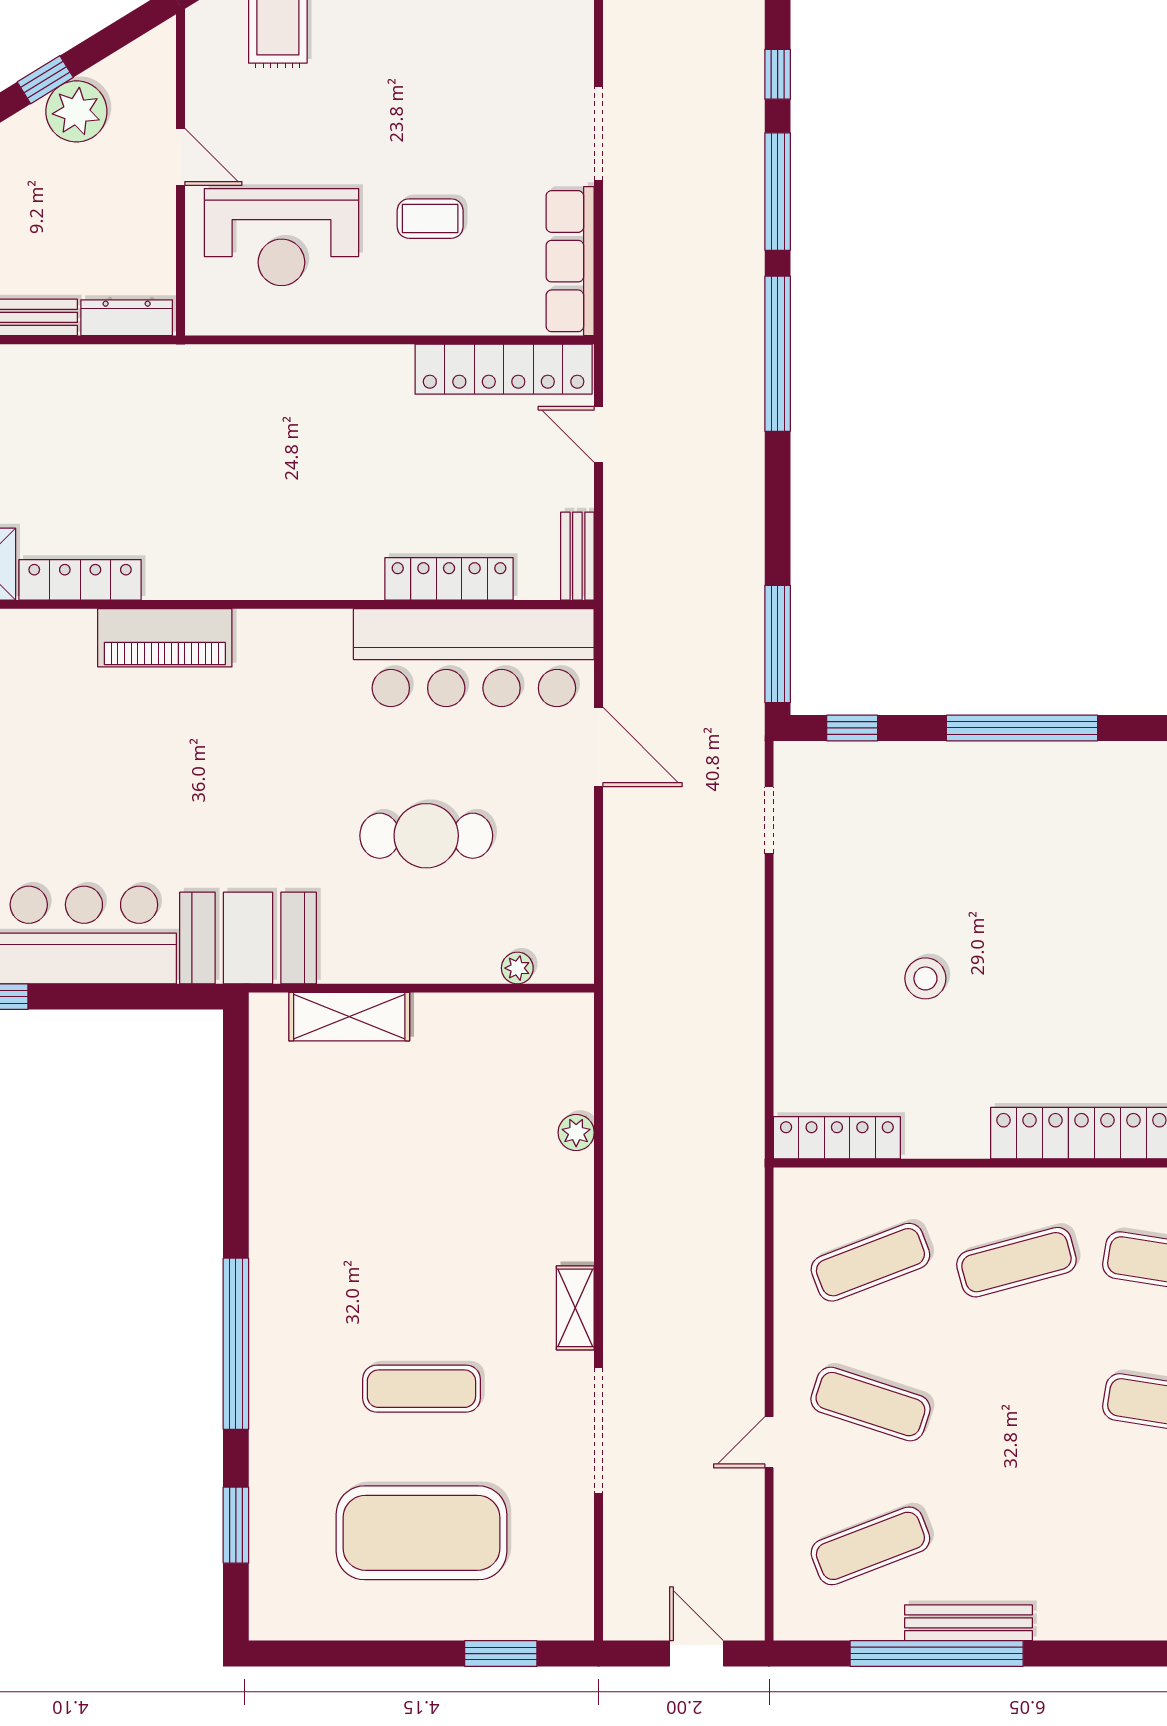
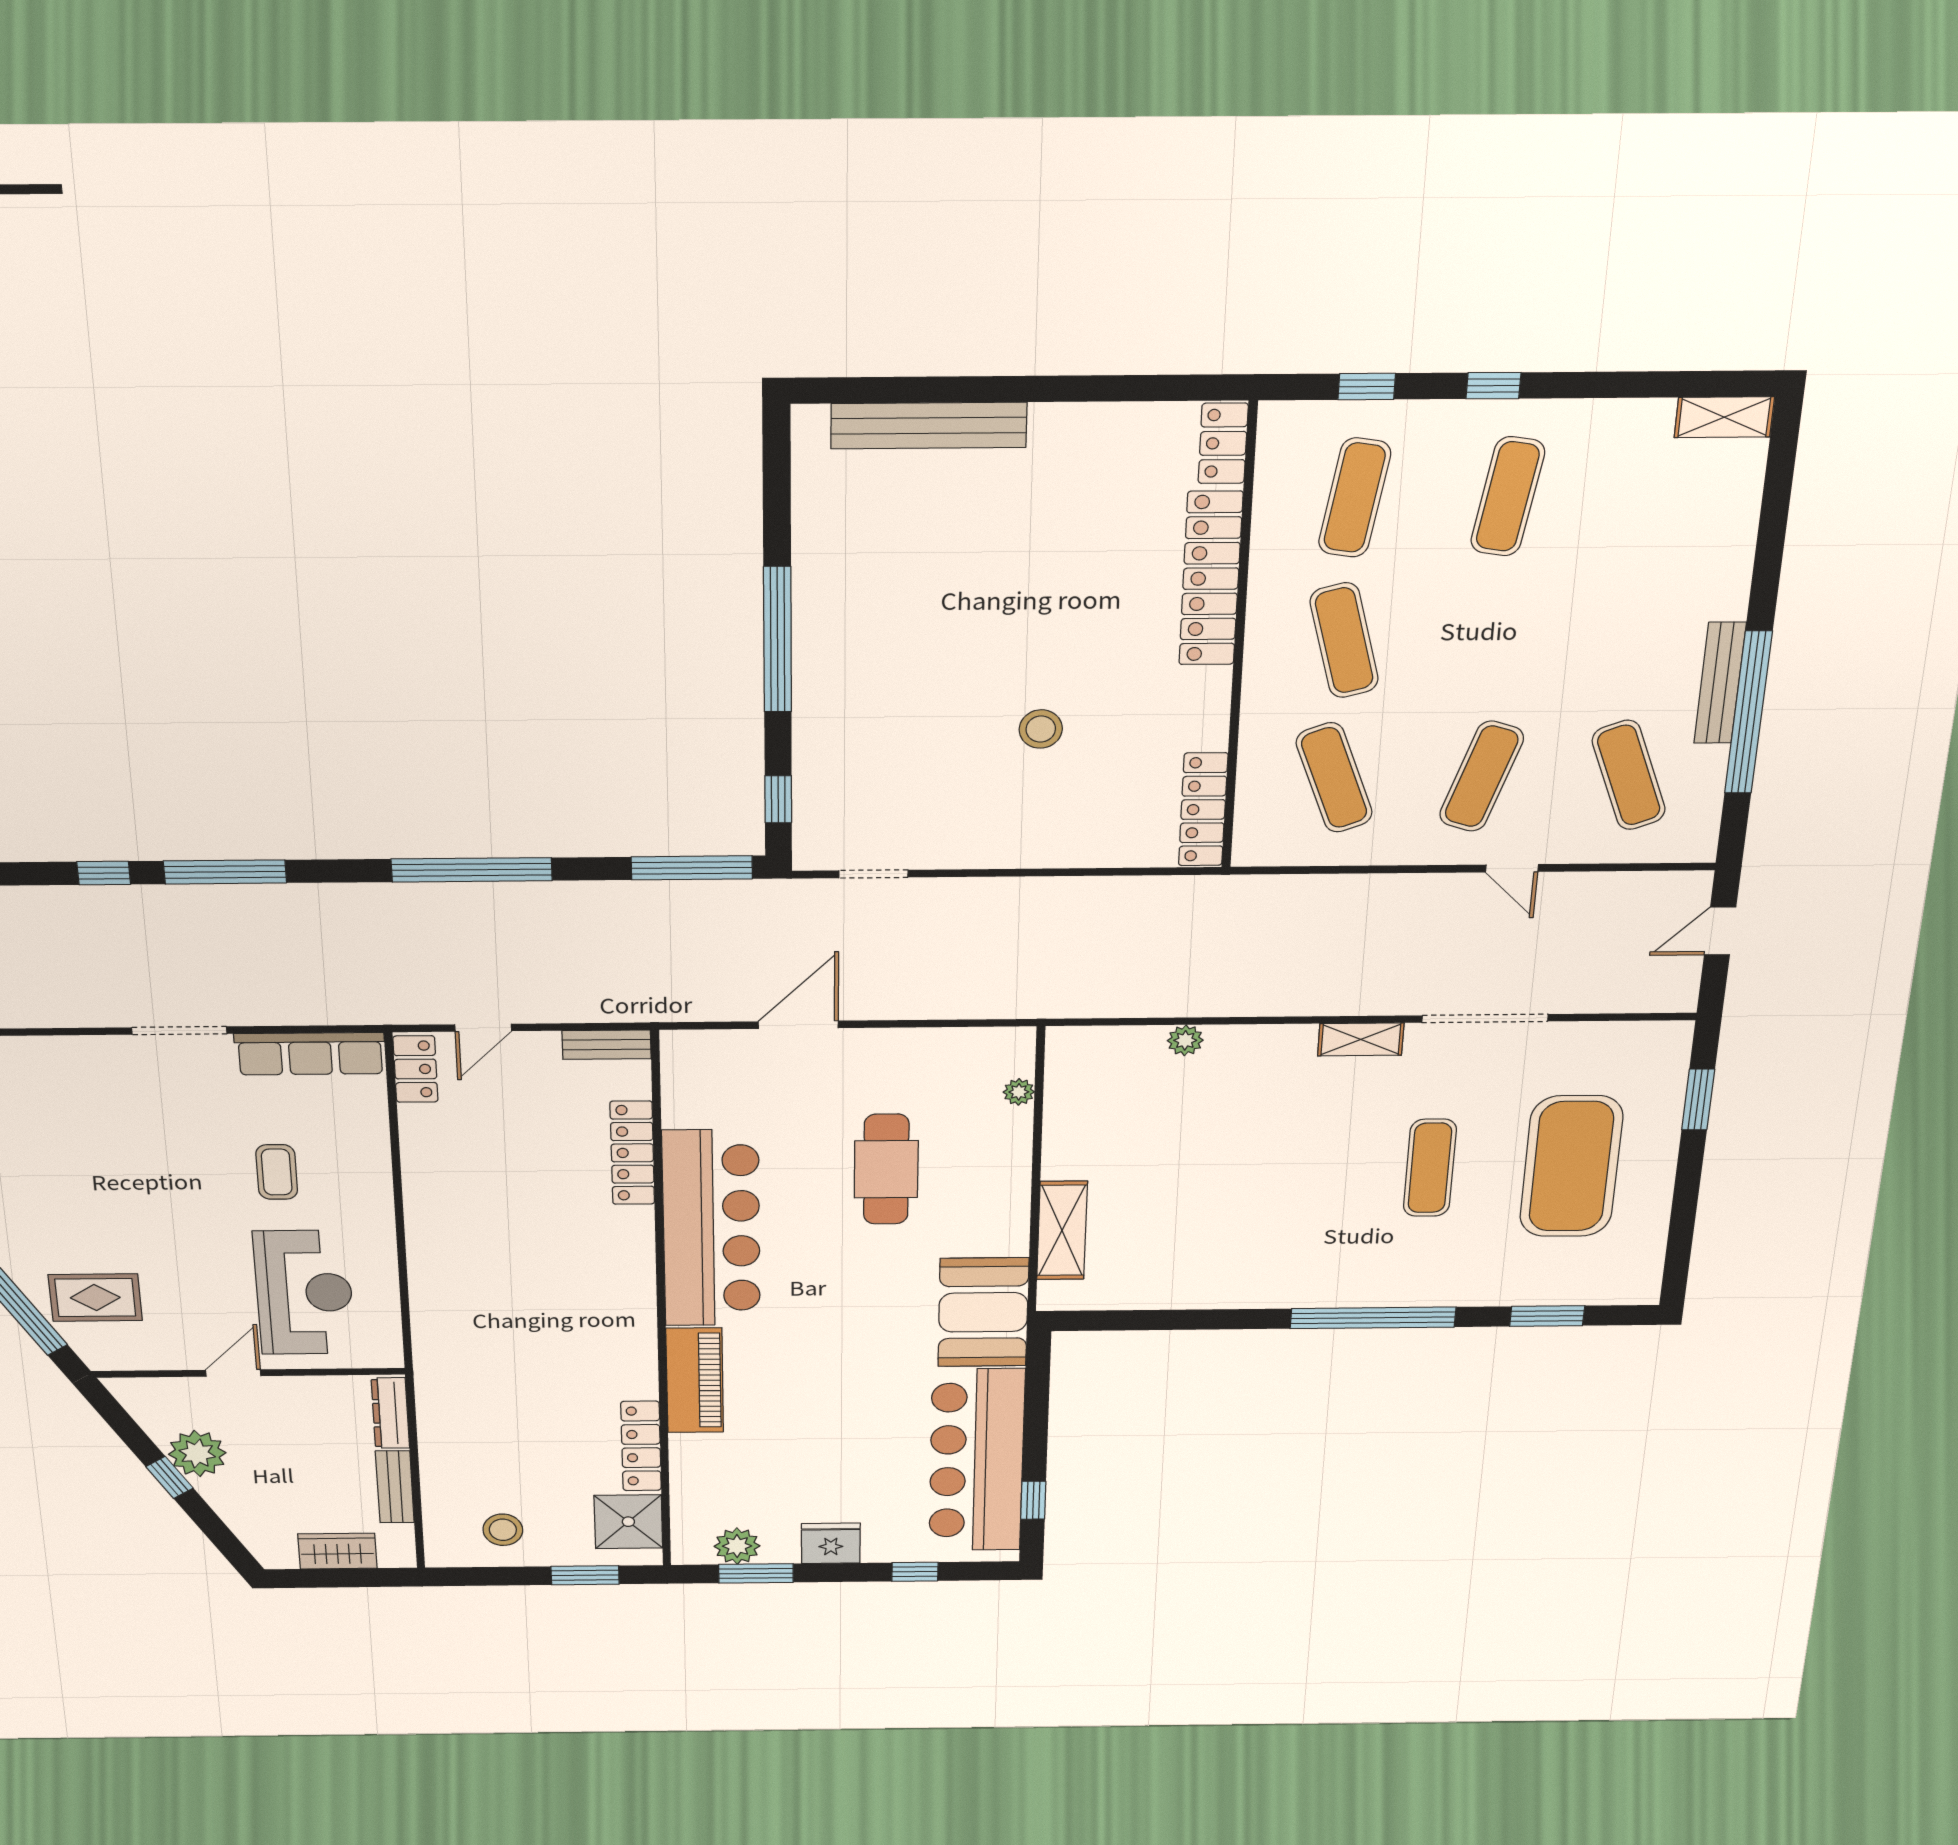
window: (778, 354) -> (472, 870), moved
locker: (504, 369) -> (415, 1069), width x0.46, depth x0.83
bar counter: (474, 658) -> (711, 1229), moved

